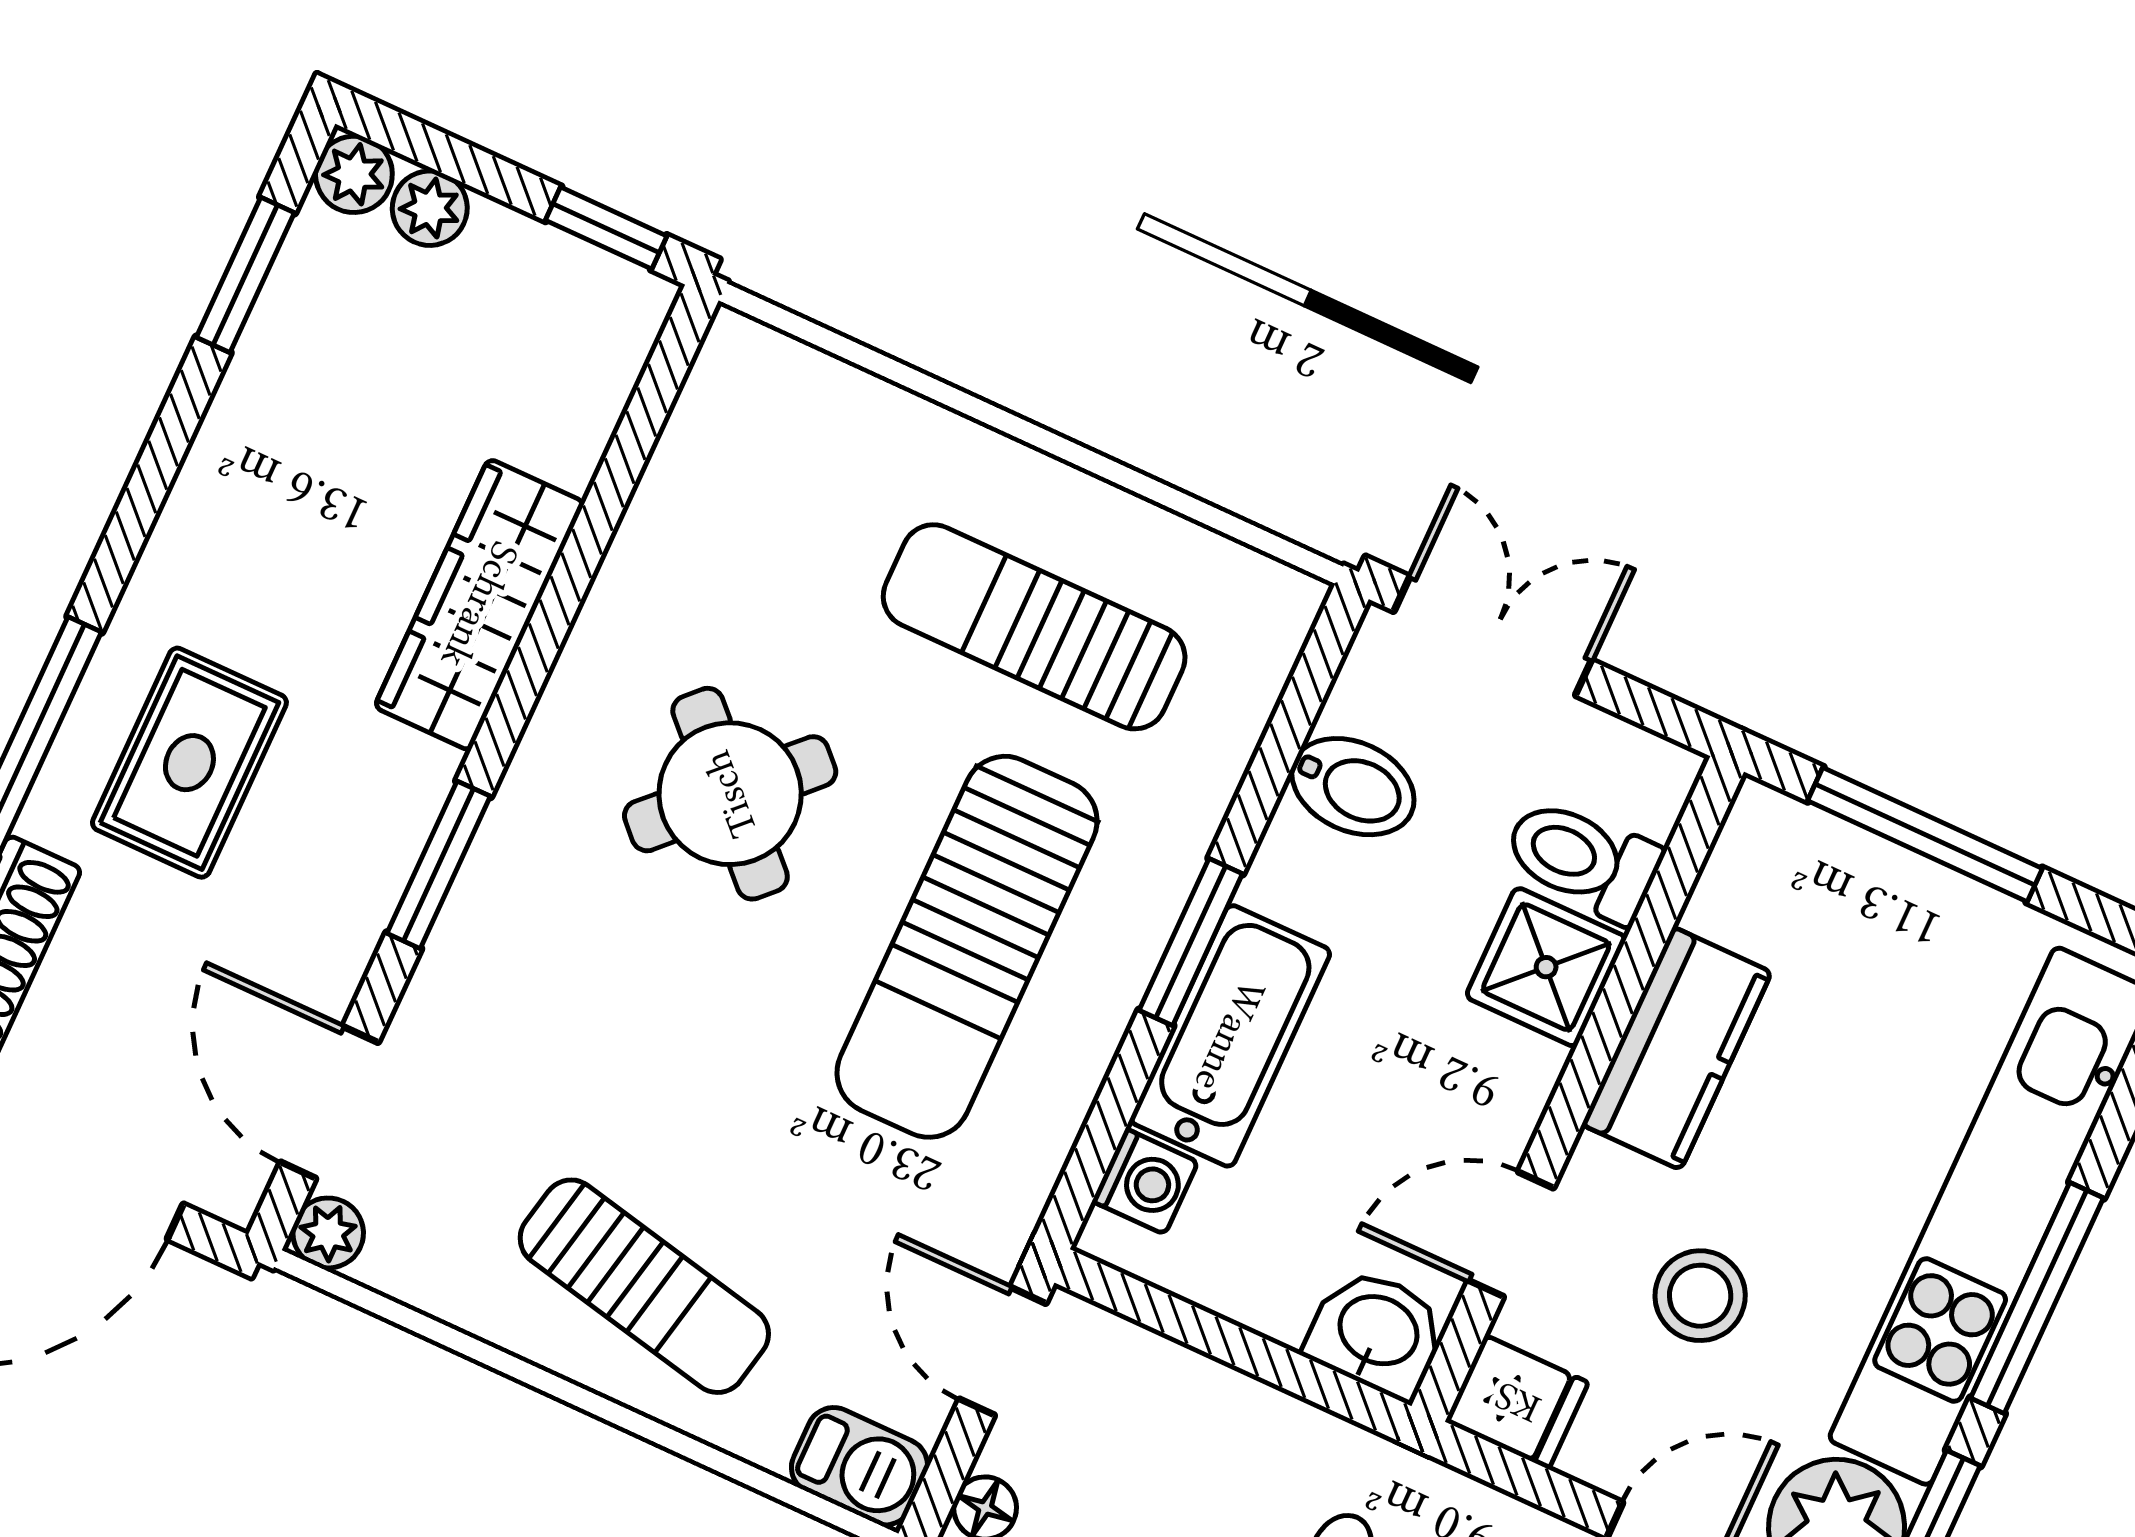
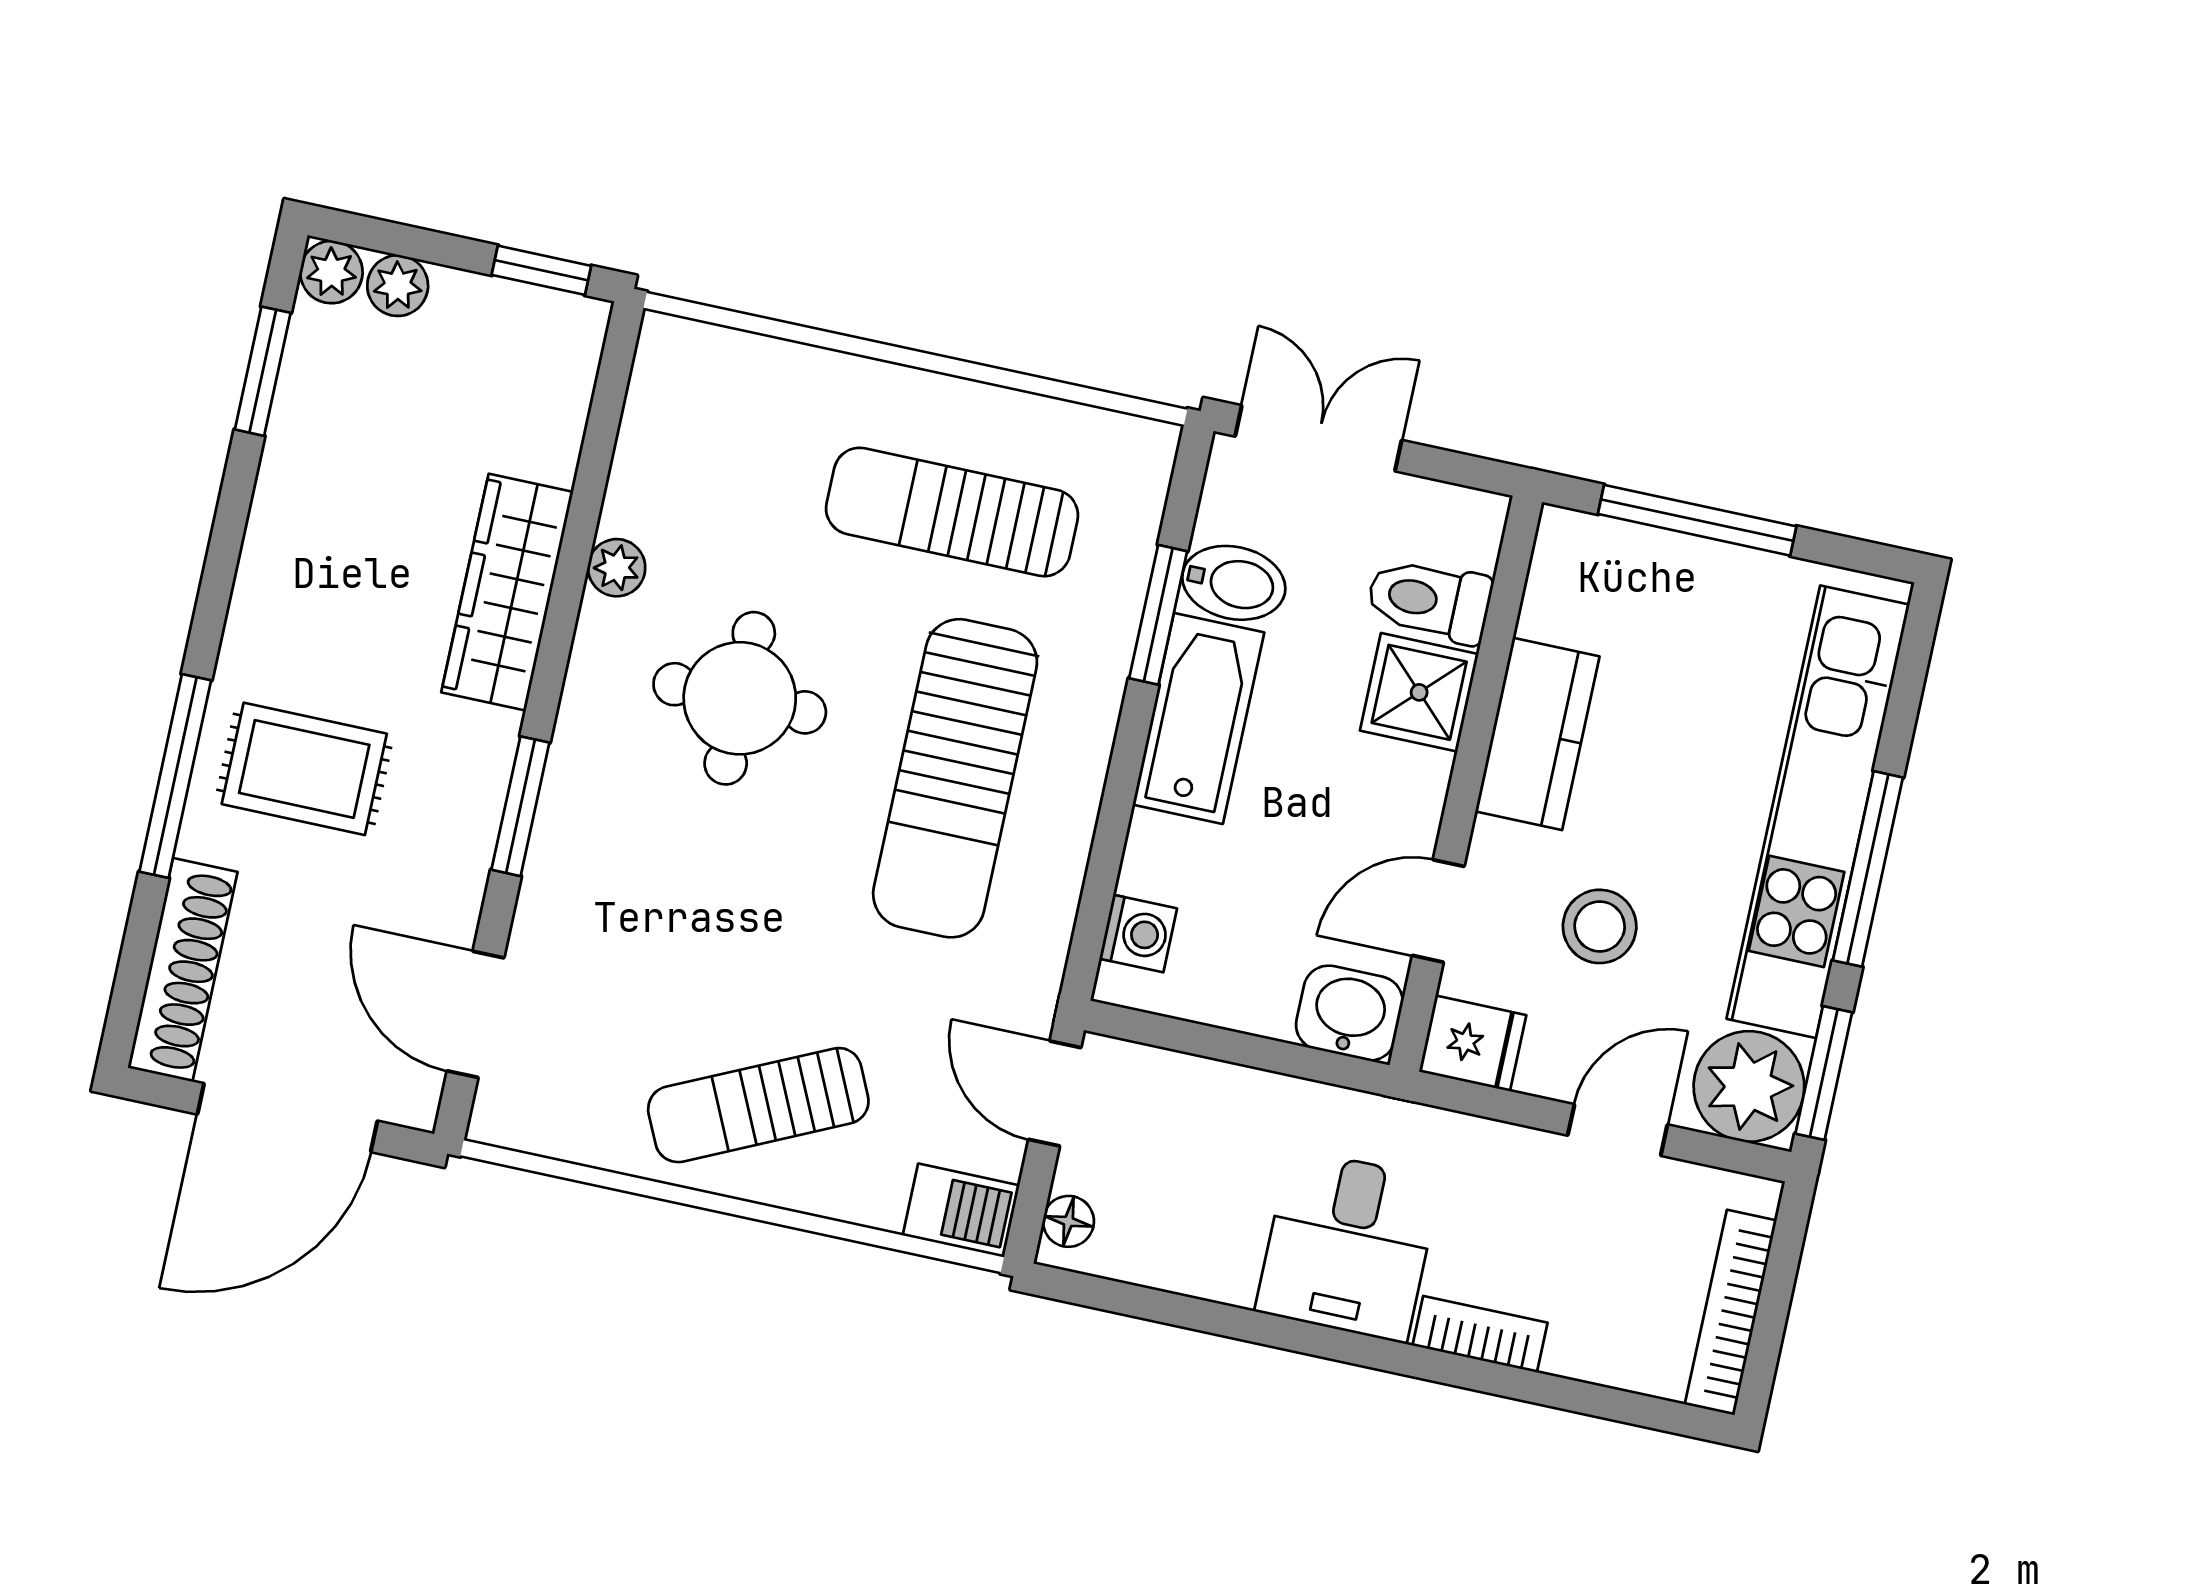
rug: (189, 763) -> (304, 769), turned 90
round table: (730, 794) -> (740, 698), turned 45
window: (1191, 942) -> (1158, 615), moved
bathtub: (1230, 1036) -> (1198, 718), moved
plant: (328, 1233) -> (617, 568), moved
sun lounger: (644, 1286) -> (758, 1105), turned 143

